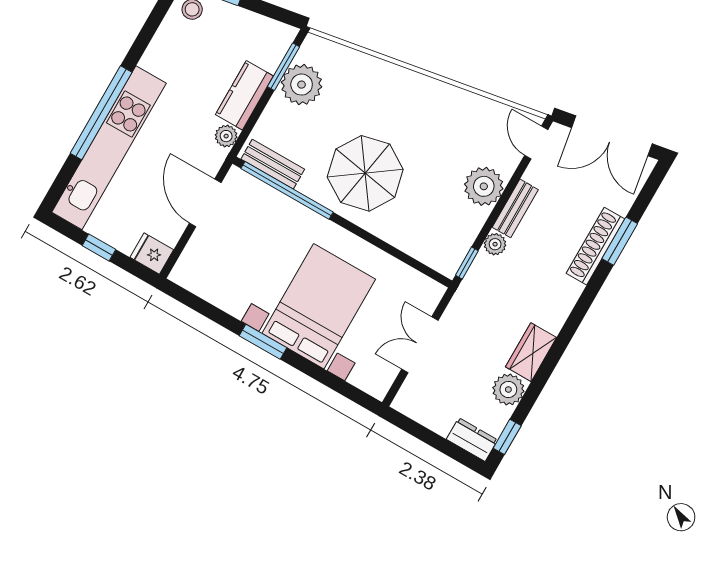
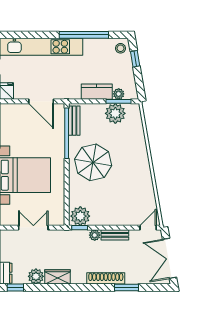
window: (101, 113) -> (84, 35), moved
plant: (226, 136) -> (119, 94), moved
plant: (484, 186) -> (80, 216), moved
door: (205, 203) -> (41, 101), swing flipped
shoe rack: (595, 246) -> (106, 278), moved

